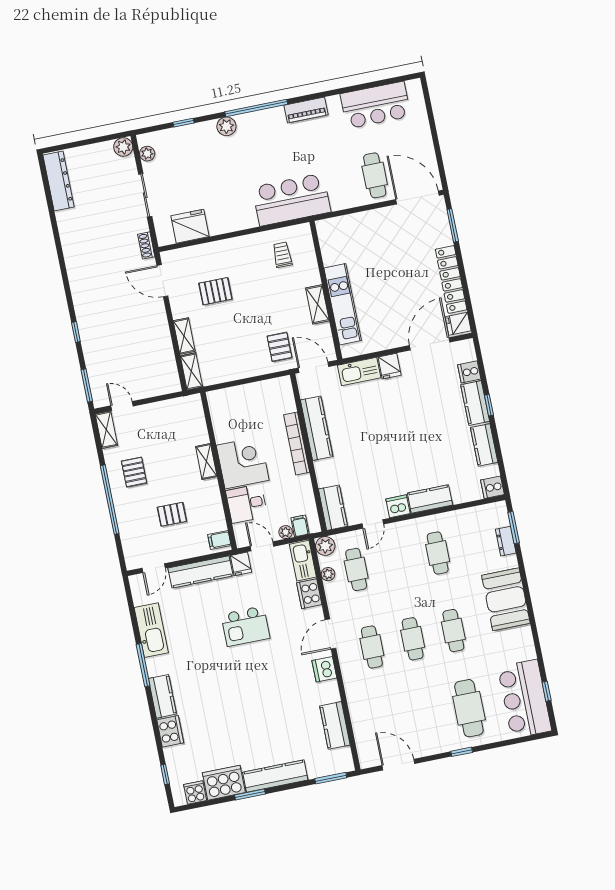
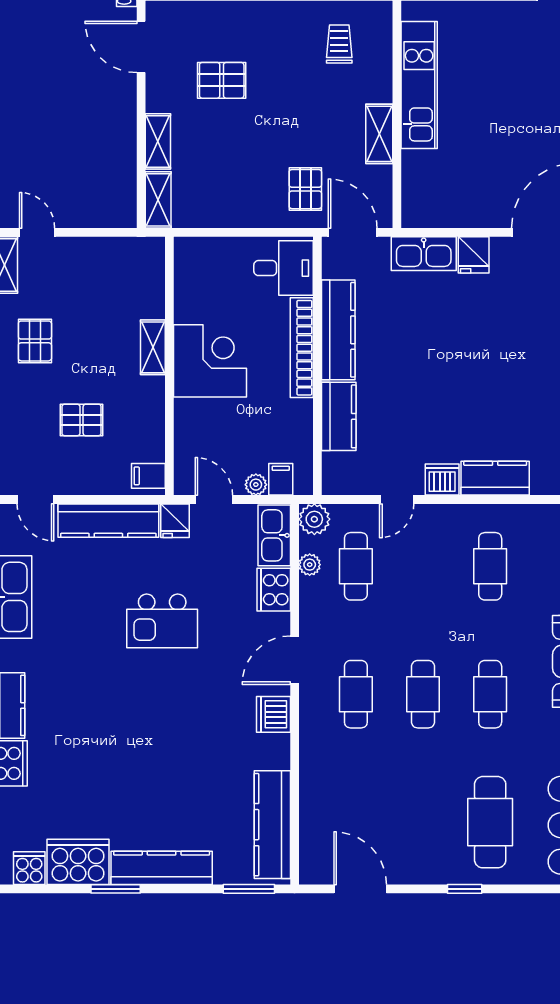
kitchen unit: (343, 304) -> (419, 85), moved
desk: (247, 503) -> (284, 268), moved, turned 180
kitchen counter: (333, 508) -> (339, 416), moved
door: (154, 568) -> (35, 499), hinge flipped
kitchen counter: (335, 725) -> (272, 825), width x1.50

